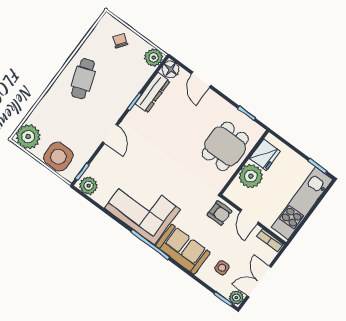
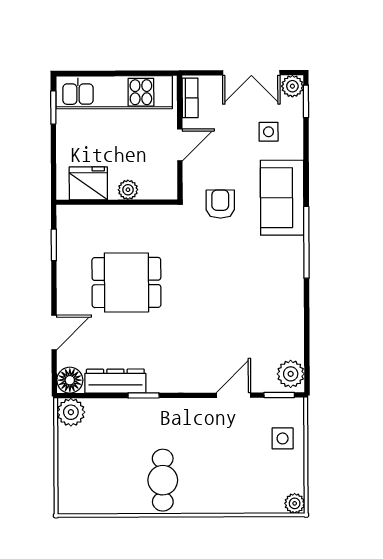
chair: (120, 41) -> (81, 469), removed
cafe table: (83, 79) -> (163, 480), turned -70
door: (110, 134) -> (234, 395), moved
plant: (28, 137) -> (295, 503), width x0.53, depth x0.53
dining table: (225, 146) -> (126, 282), moved
side table: (58, 157) -> (283, 438), width x0.54, depth x0.54
plant: (251, 176) -> (128, 190), width x0.53, depth x0.53
corner sofa: (142, 209) -> (270, 286), removed
armchair: (219, 213) -> (220, 204), moved

